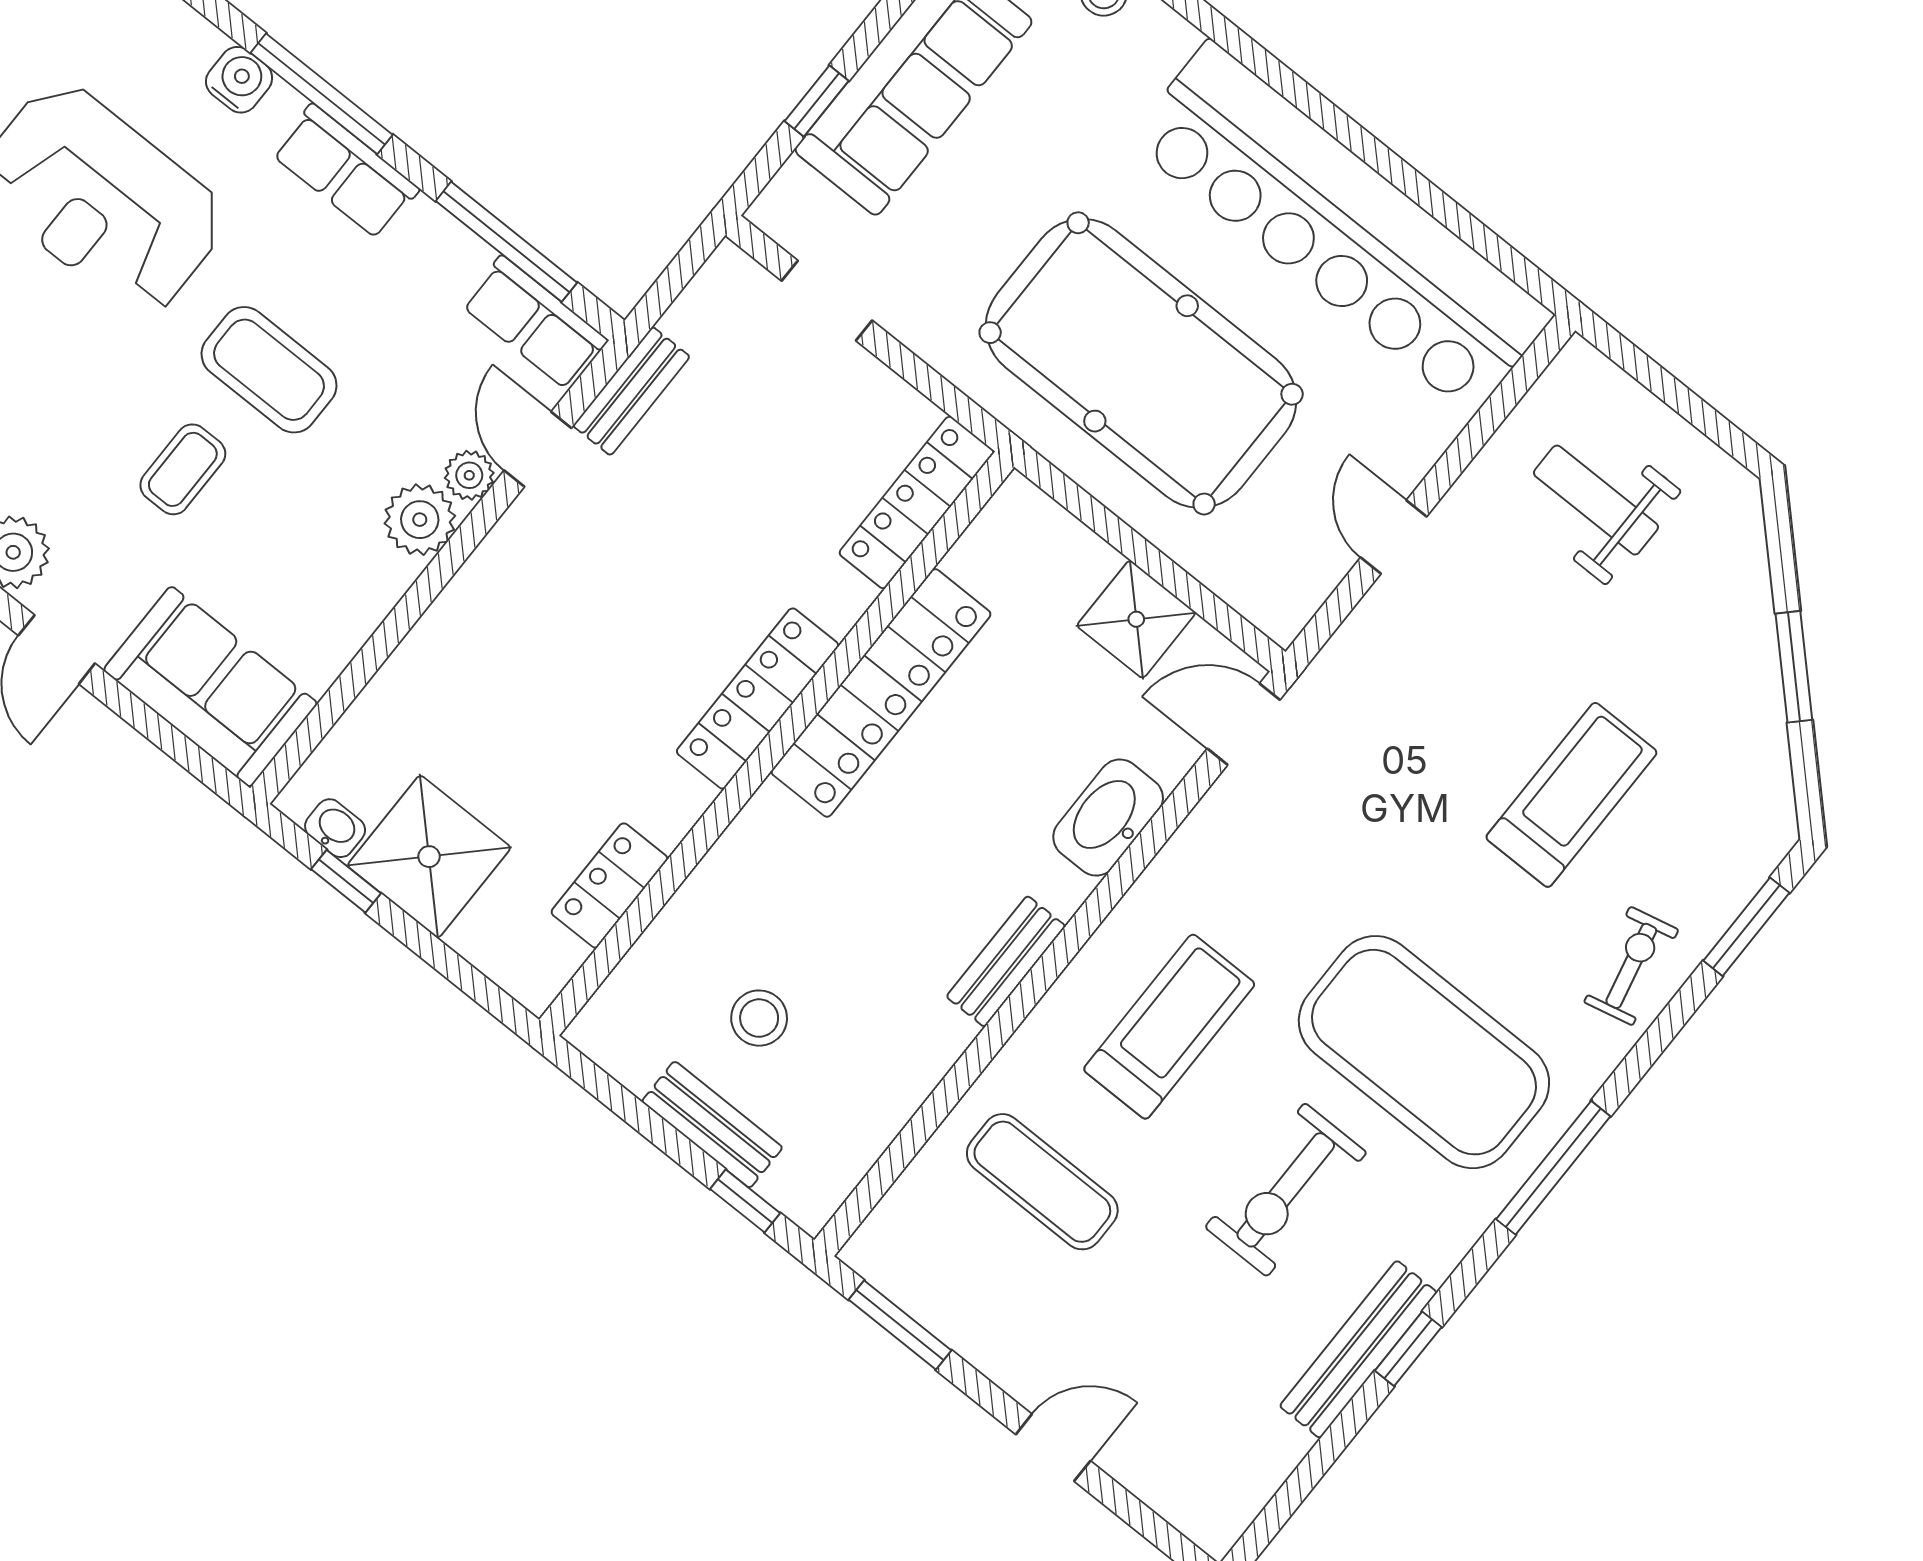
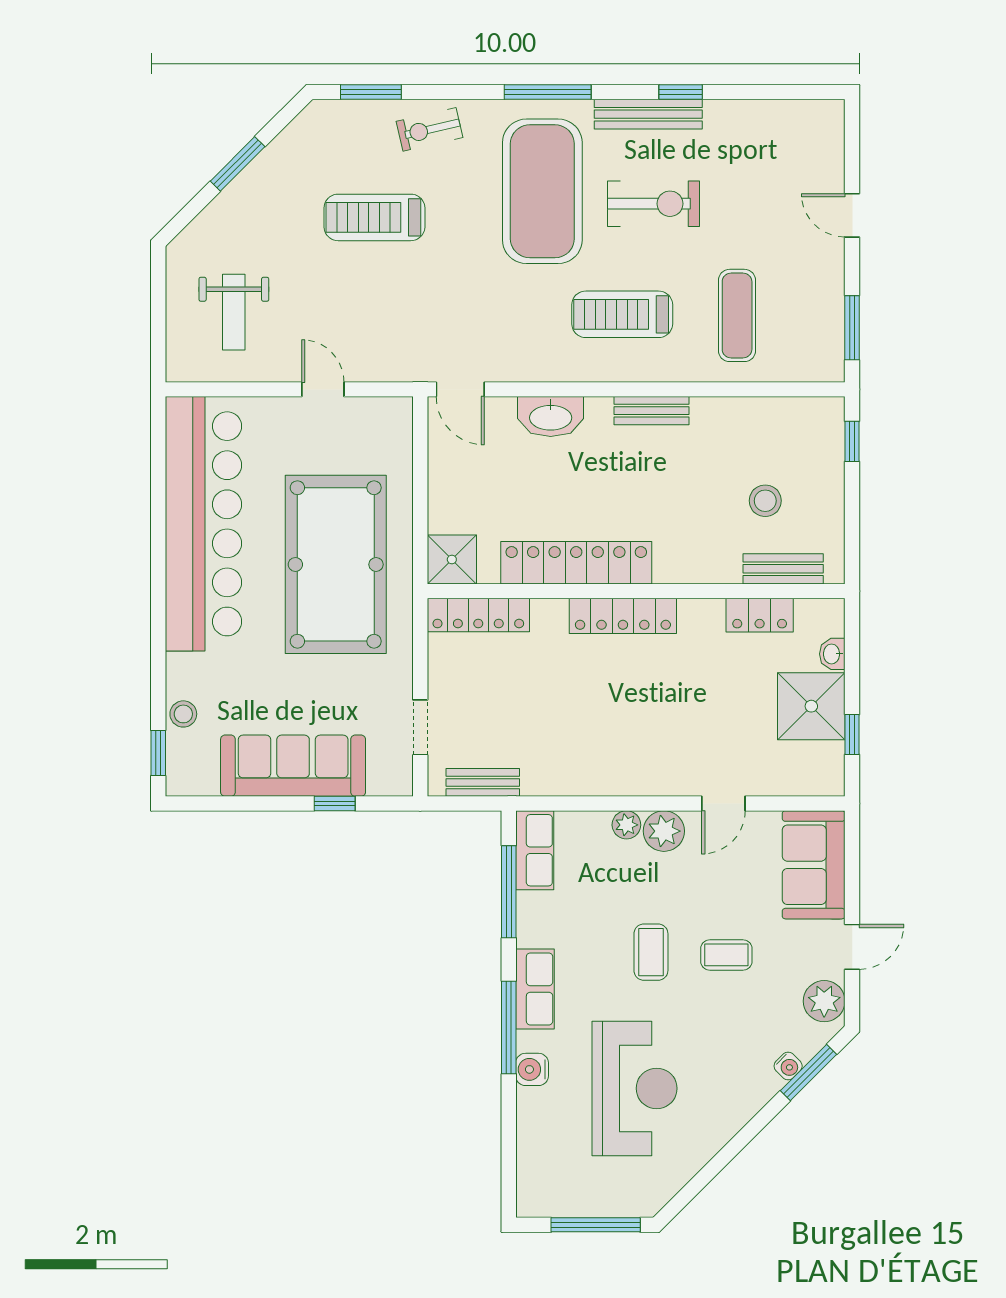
coffee table: (269, 370) -> (651, 952), width x0.73, depth x0.77
bench: (631, 391) -> (483, 782), moved
door: (538, 449) -> (723, 803), moved
door: (1394, 537) -> (323, 389), swing flipped
shower: (1136, 619) -> (452, 559), moved
washbasin: (335, 828) -> (832, 654), moved
bench: (712, 1125) -> (783, 569), moved, turned 90
bench: (1358, 1349) -> (648, 114), moved

